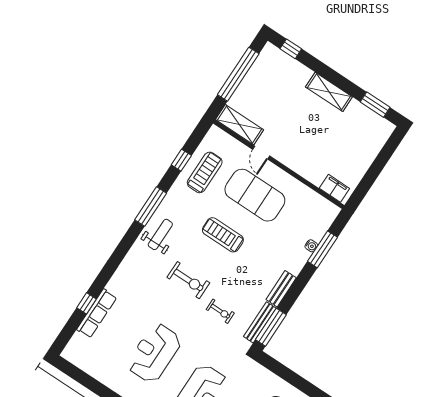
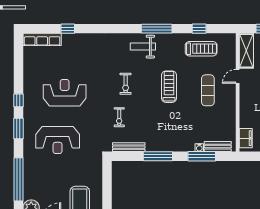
exercise mat: (255, 195) -> (208, 90), width x0.50, depth x0.69
weight bench: (160, 234) -> (143, 47), turned 180
exercise bike: (188, 280) -> (126, 84), width x0.73, depth x0.72
bench: (281, 289) -> (218, 147), moved
row of seats: (97, 313) -> (42, 39), moved
window: (271, 327) -> (158, 156), moved

